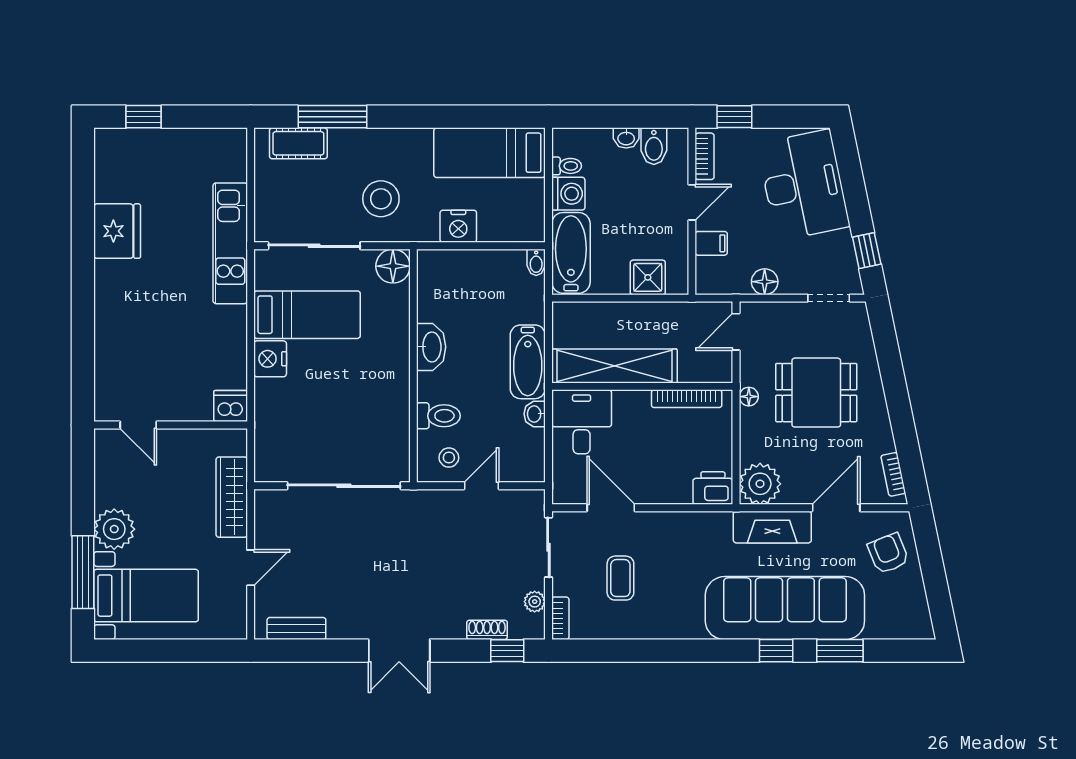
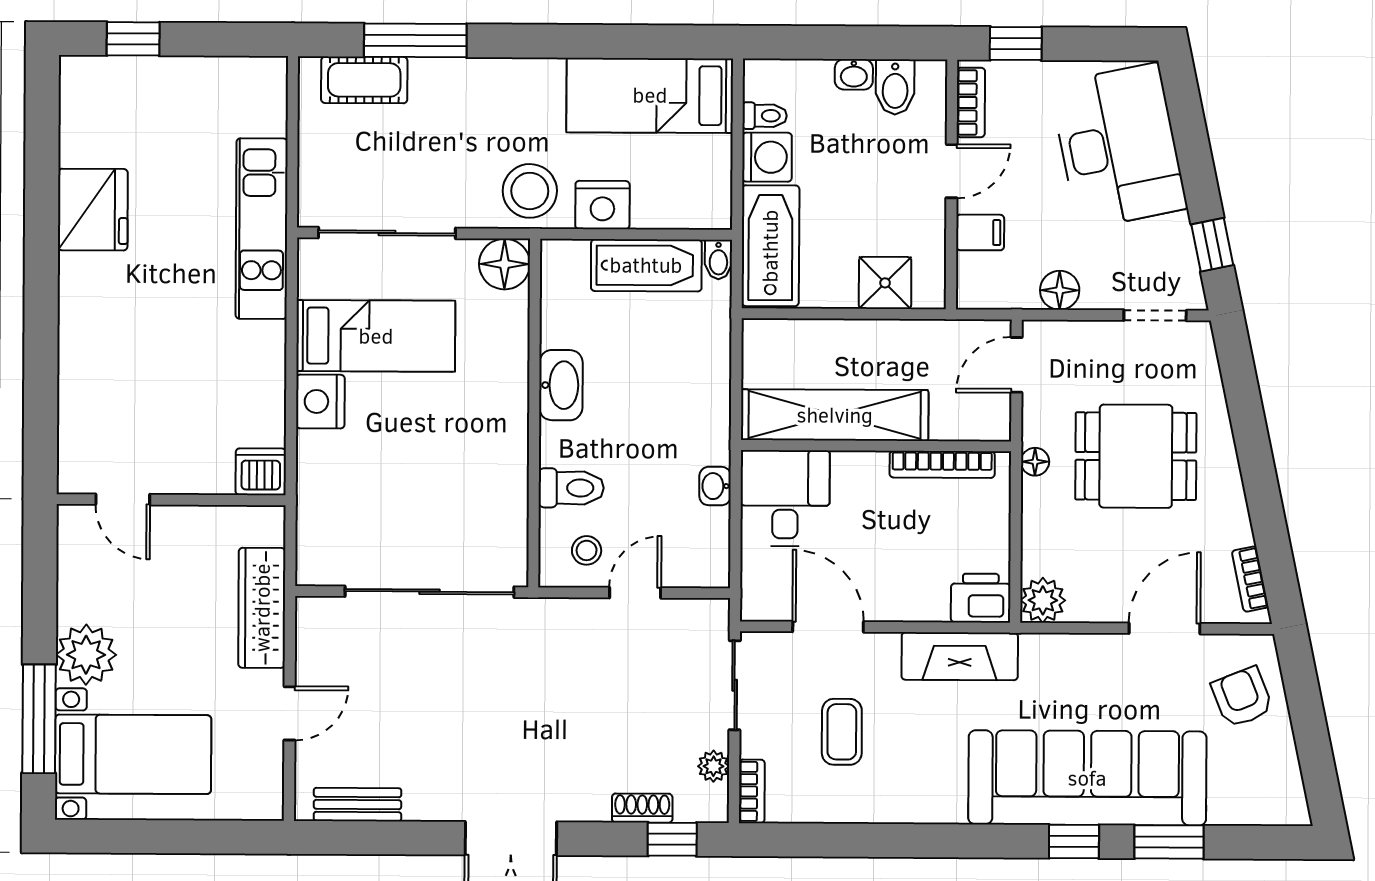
stool: (381, 199) -> (530, 191), moved
bathtub: (528, 362) -> (646, 265), moved, turned -90
plant: (760, 484) -> (1043, 600), width x0.73, depth x0.73
fireplace: (772, 527) -> (960, 656), moved

